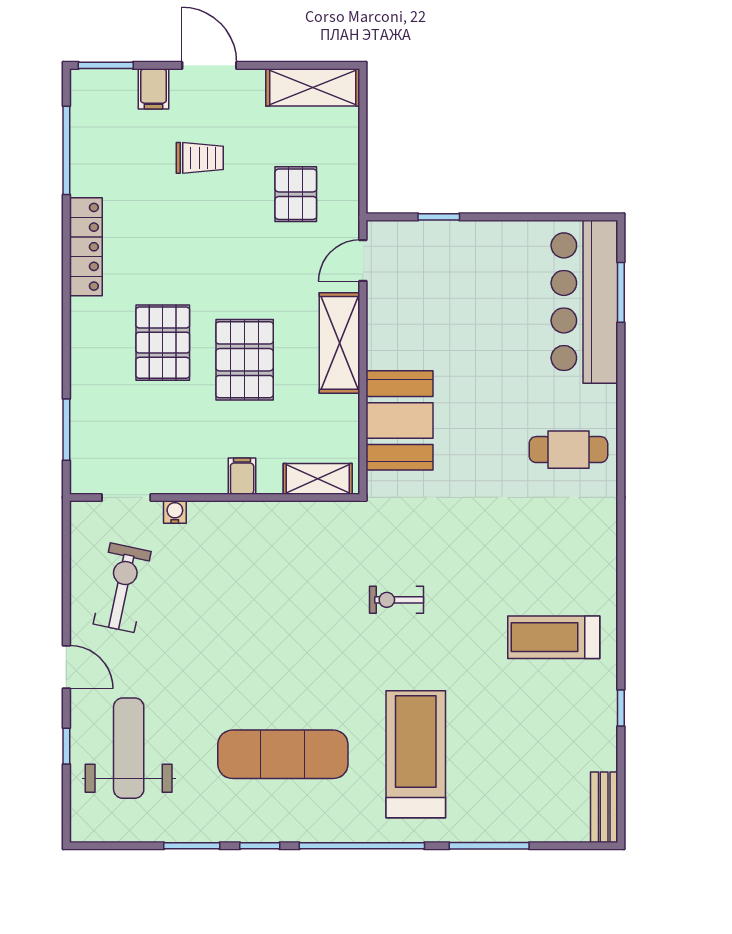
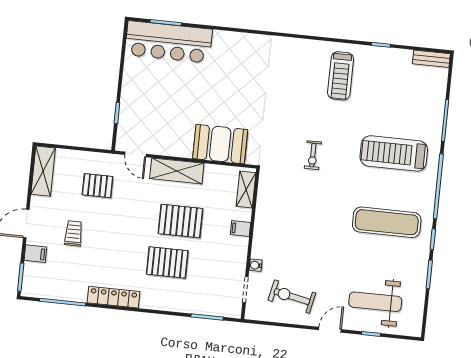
cafe table: (568, 450) -> (244, 58), removed
exercise mat: (283, 754) -> (387, 222), turned 90

